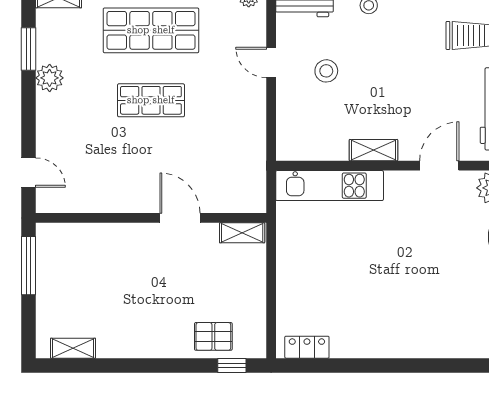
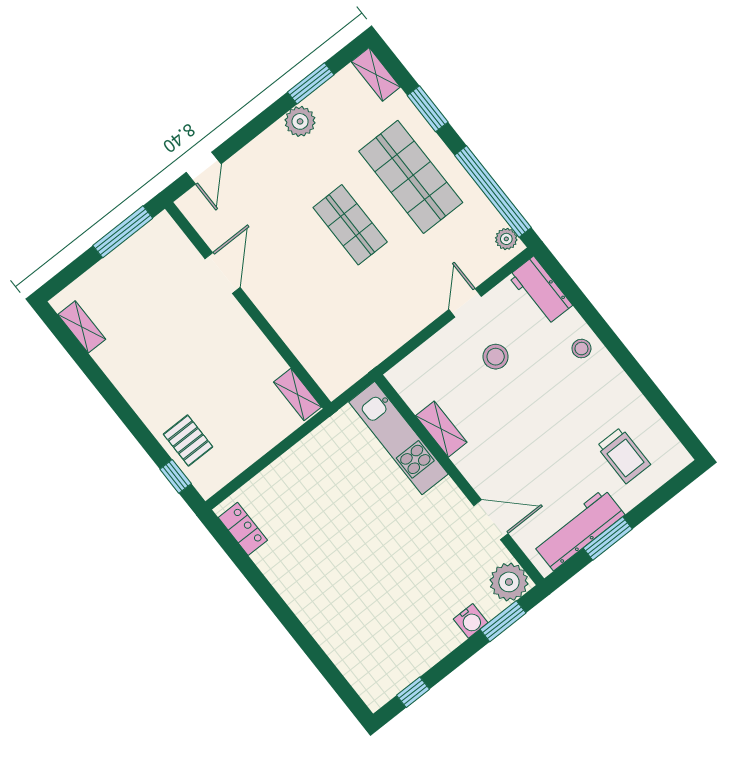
shelving: (373, 150) -> (441, 429), moved
door: (180, 218) -> (223, 273), moved

